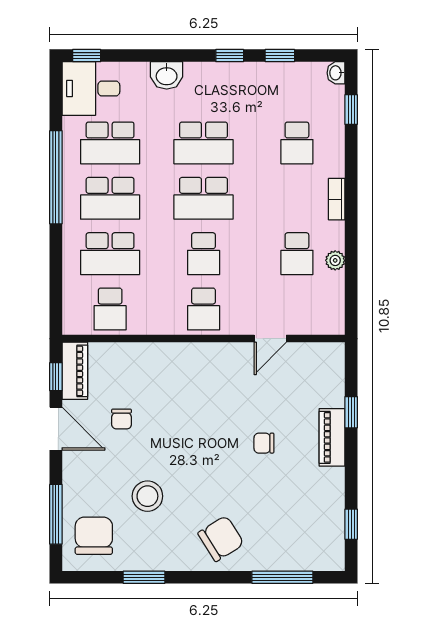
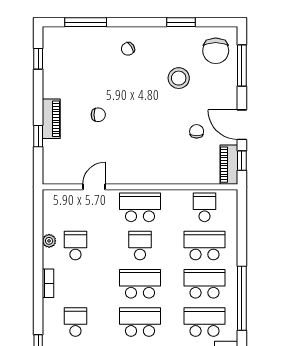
school desk: (204, 309) -> (140, 207), width x1.85
chair: (221, 538) -> (128, 49), width x0.54, depth x0.54

